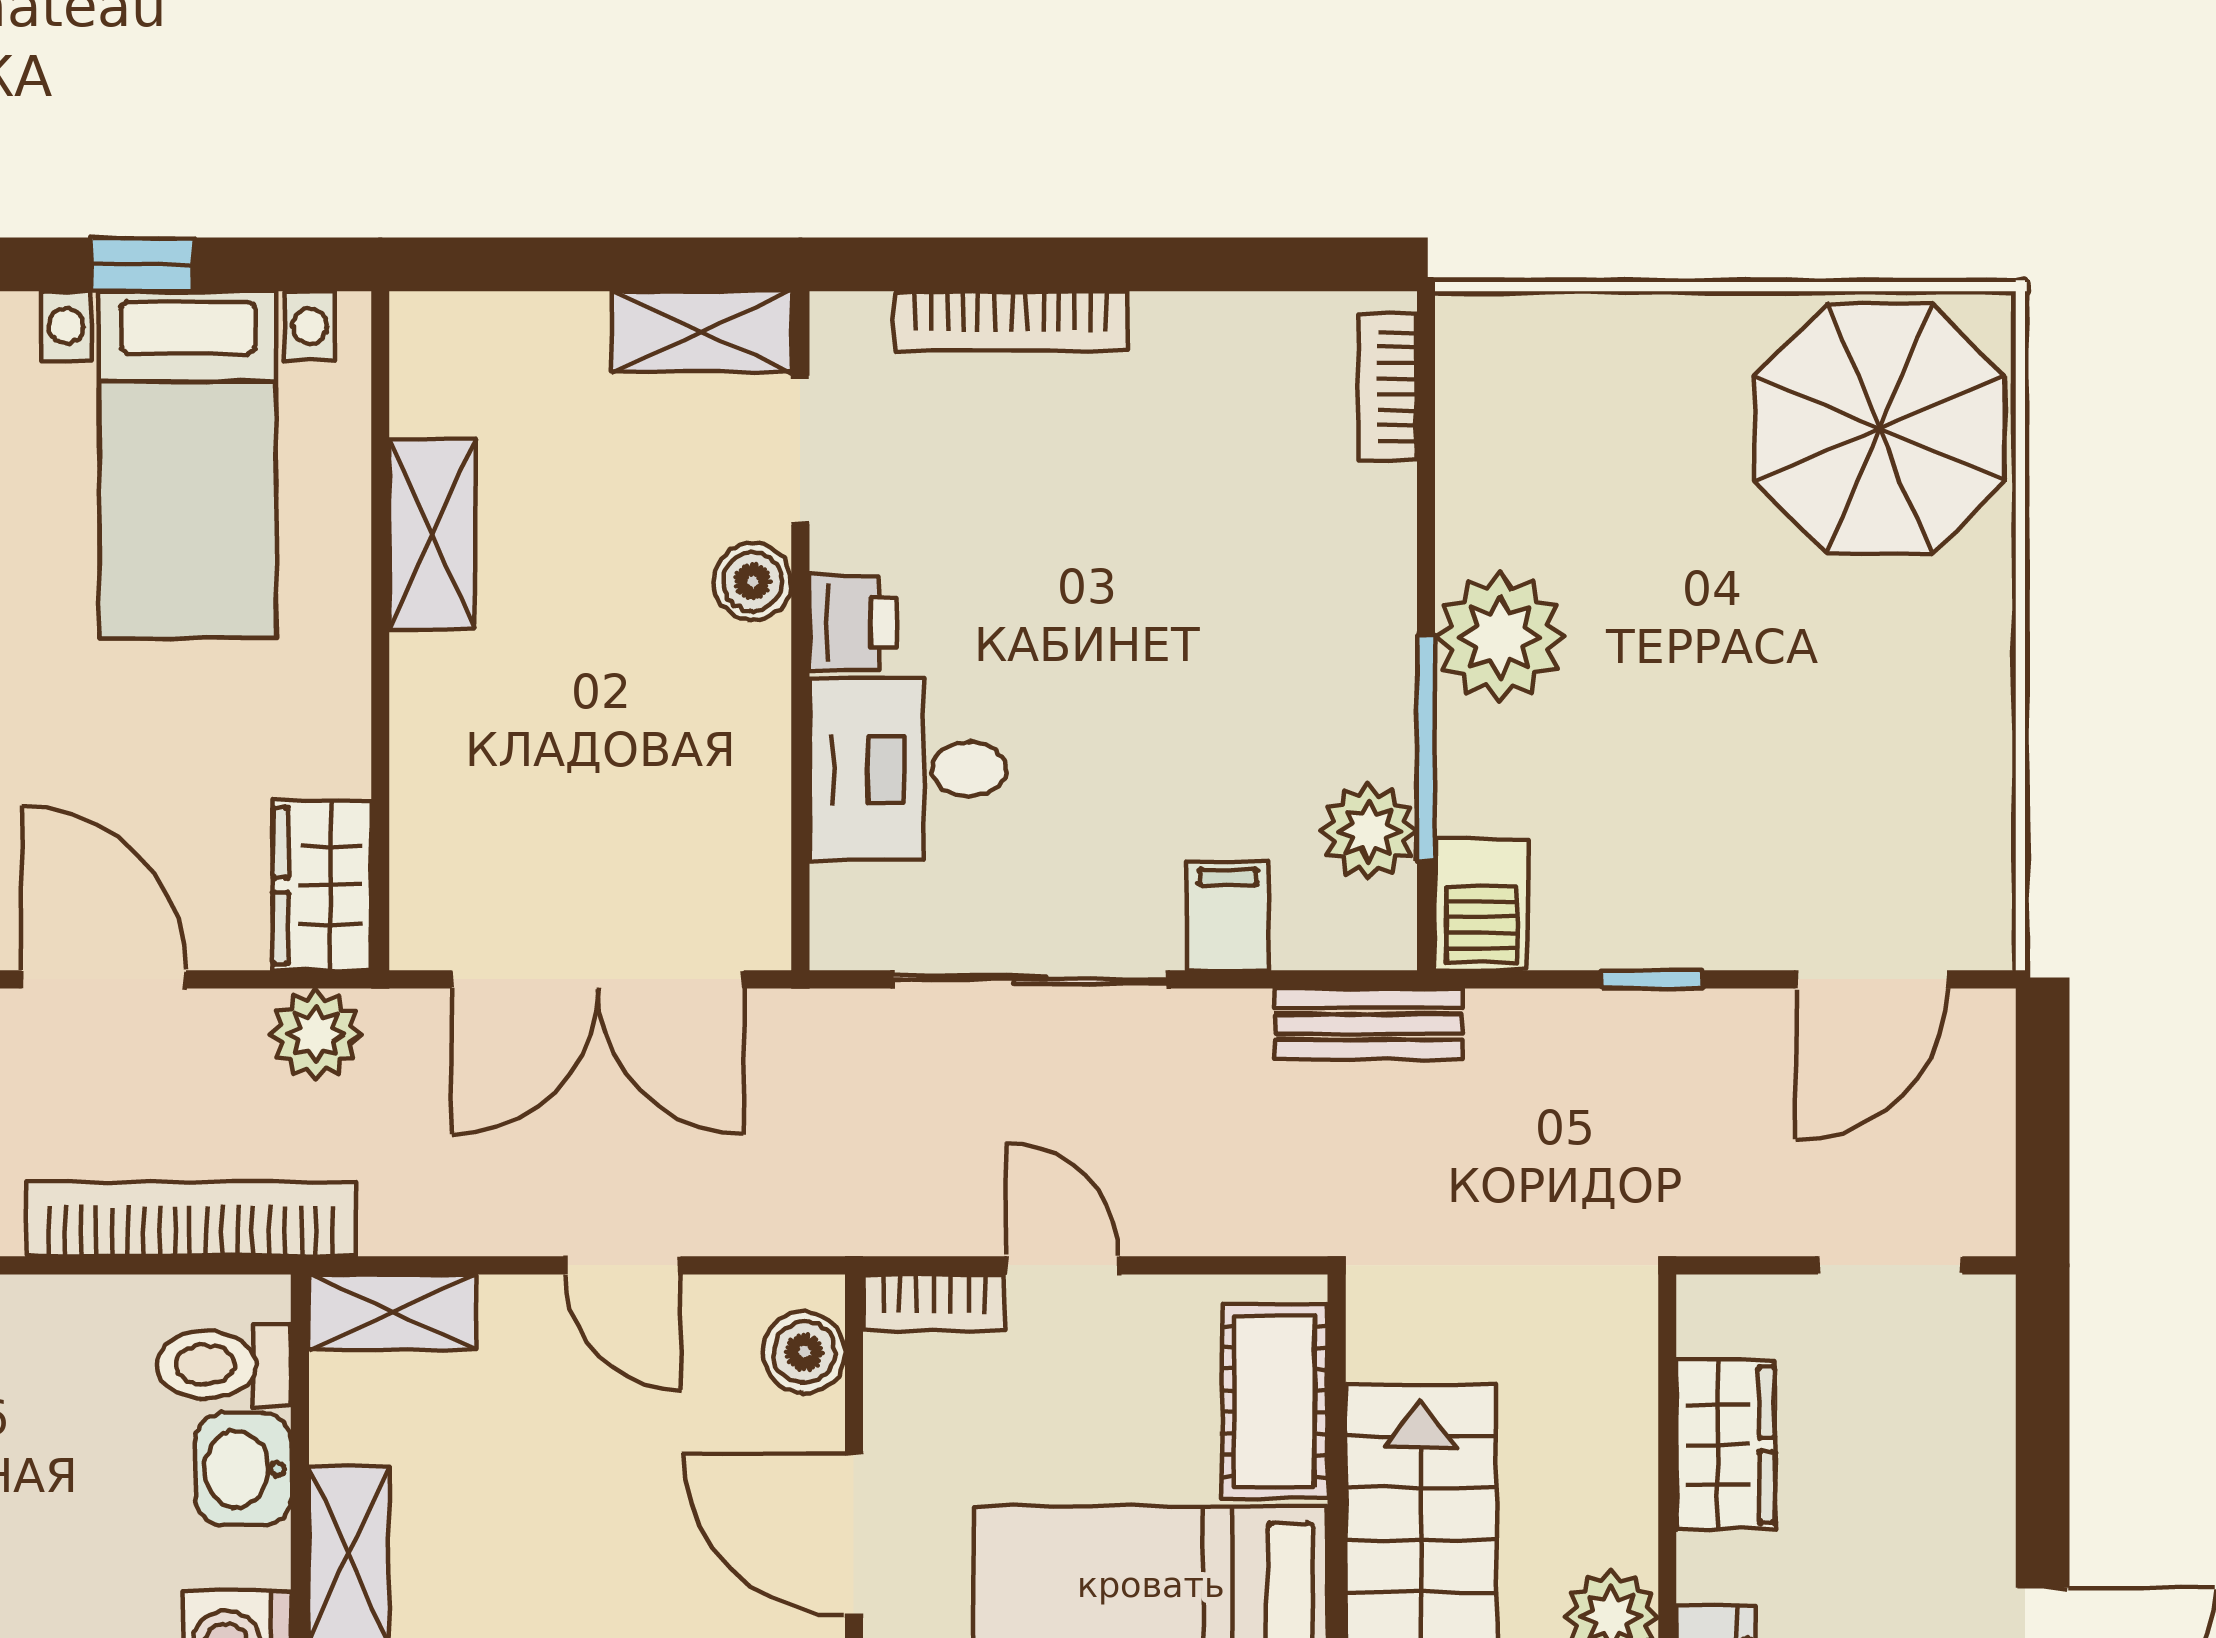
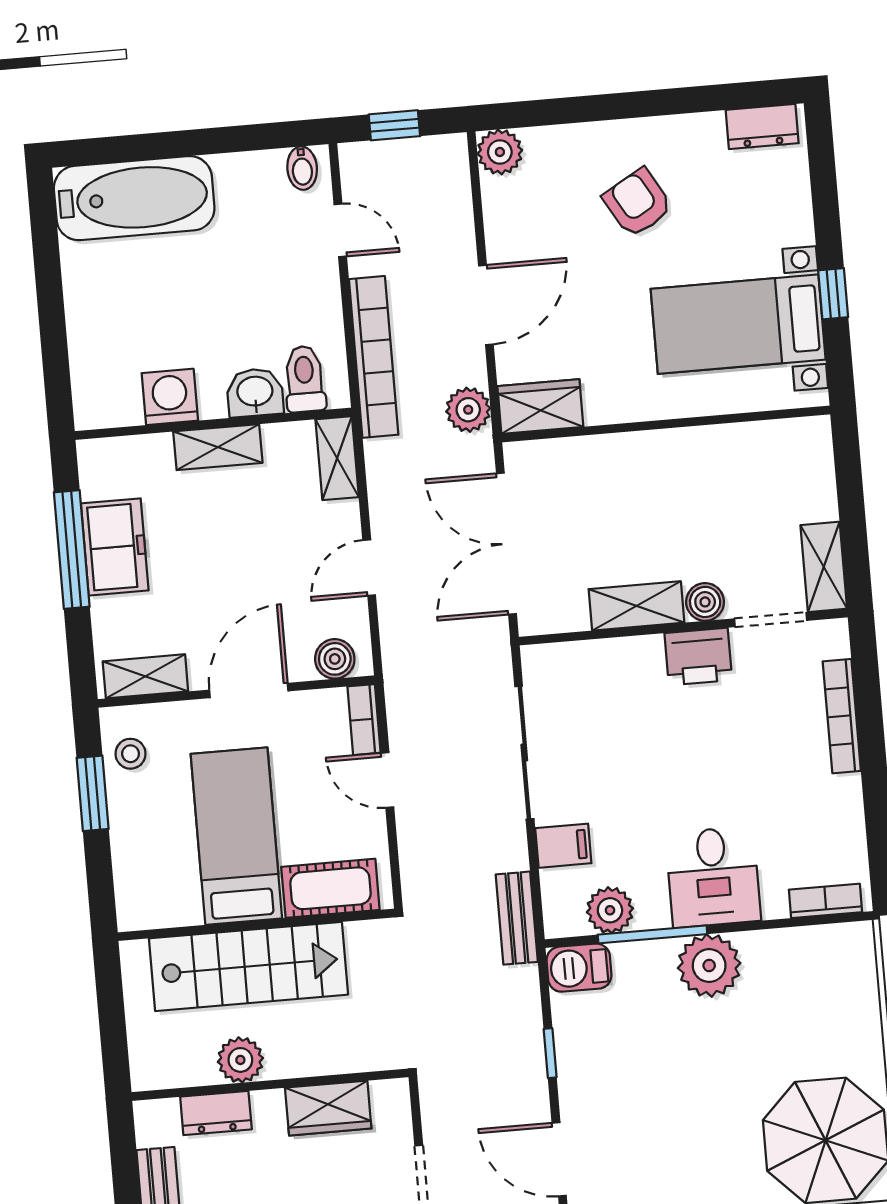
shelving: (432, 534) -> (637, 606), moved
printer: (853, 623) -> (698, 657), width x1.36, depth x1.24
desk: (908, 769) -> (713, 877), moved, turned 180
door: (1062, 1265) -> (387, 780), swing flipped

